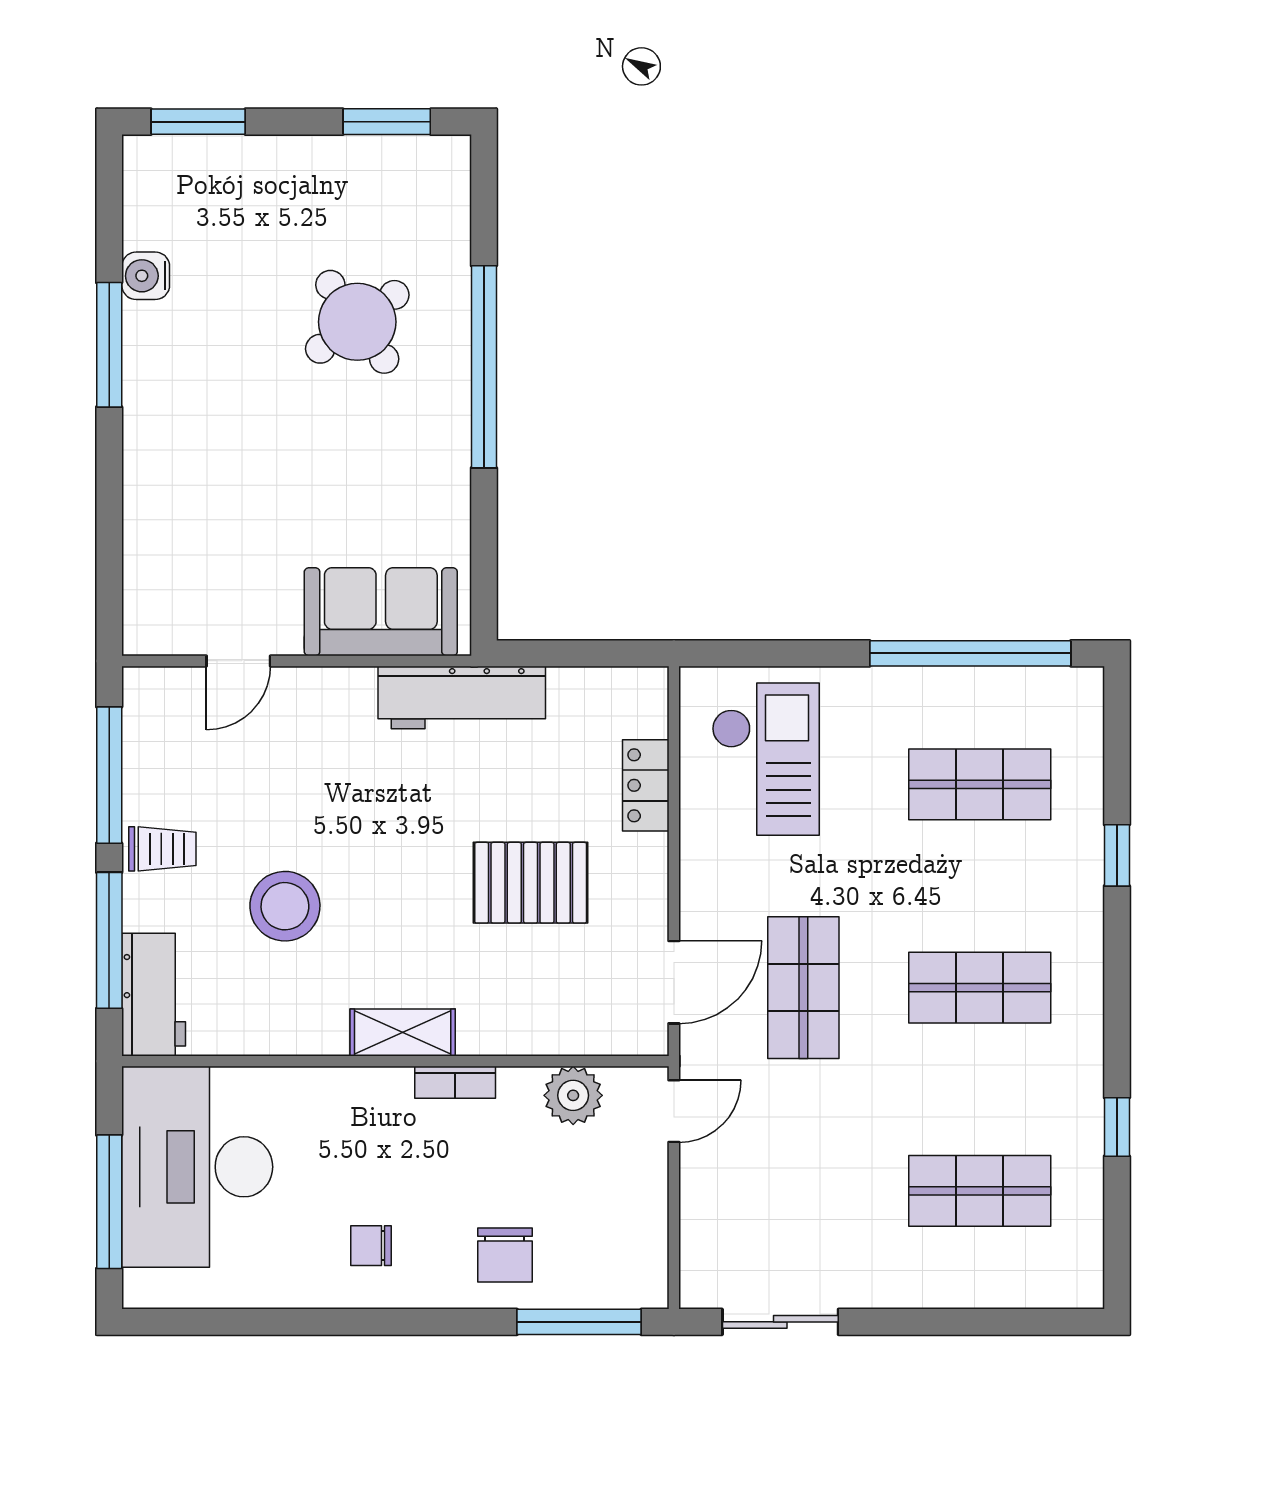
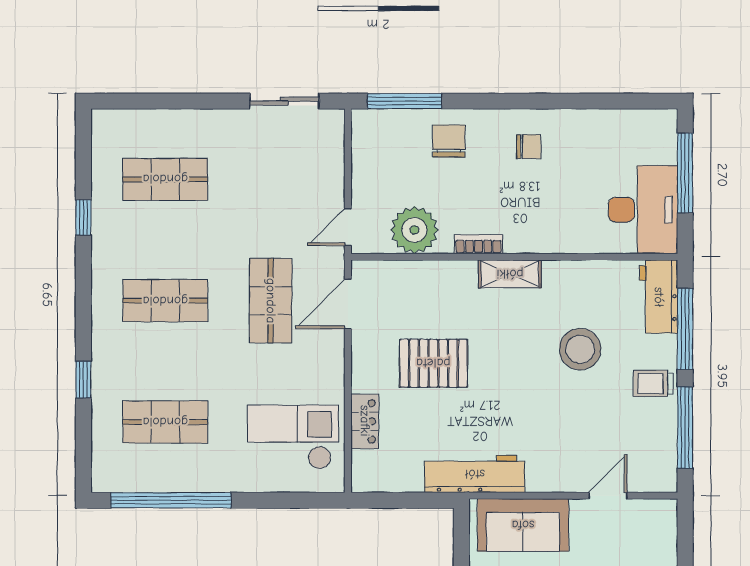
checkout: (766, 759) -> (293, 437), turned 90
plant: (573, 1095) -> (414, 230), width x1.36, depth x1.36
desk: (197, 1167) -> (643, 210), width x0.73, depth x0.77

